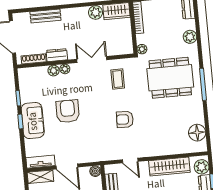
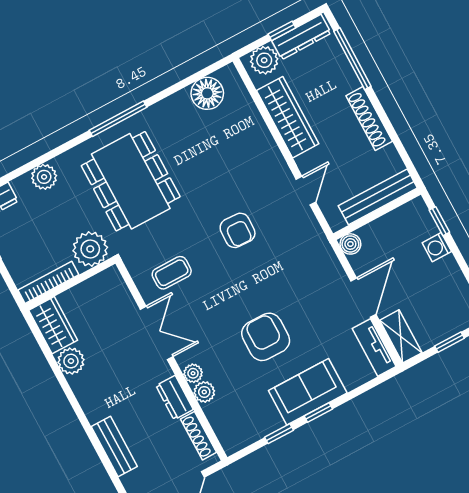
plant: (142, 49) -> (90, 249), width x1.88, depth x1.88
double door: (92, 59) -> (157, 333), swing flipped
armchair: (68, 111) -> (266, 337), turned 90

